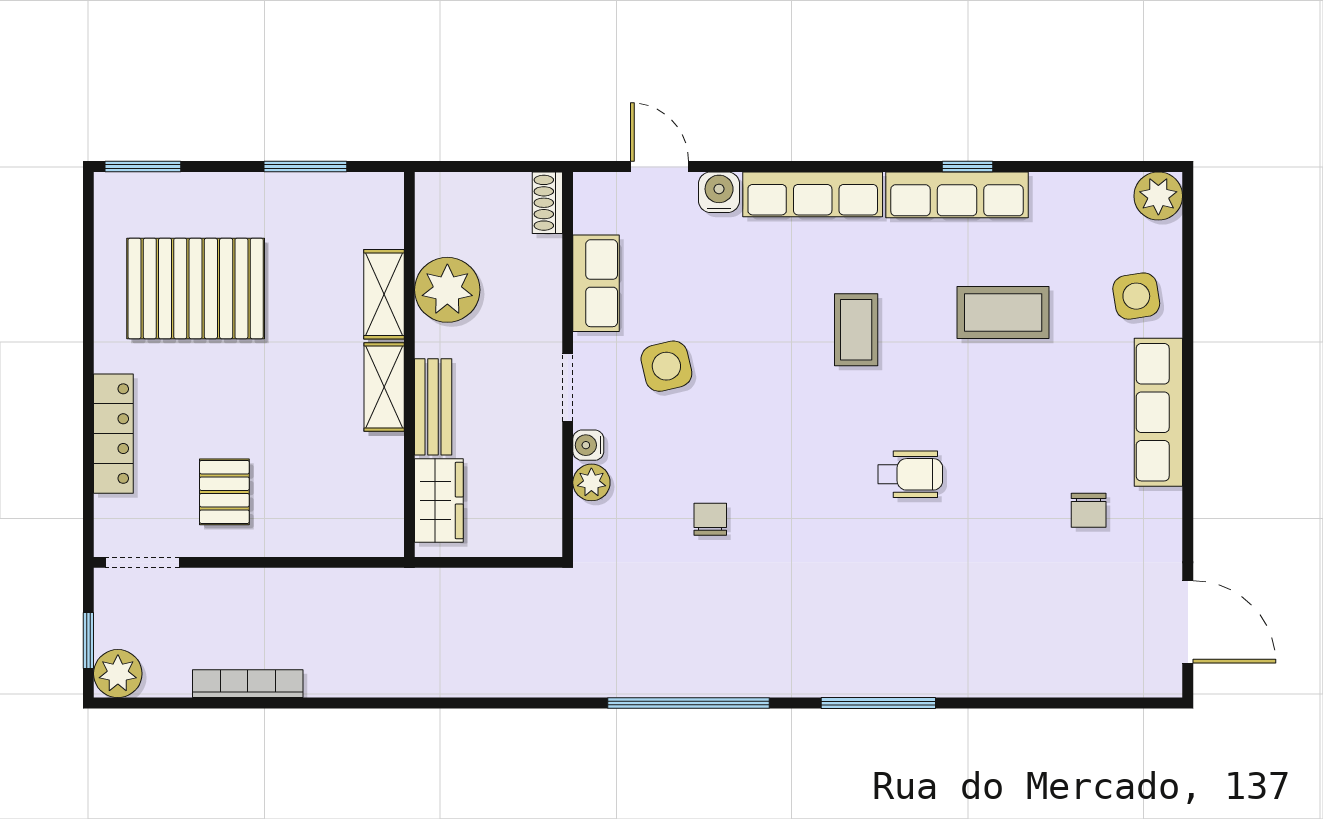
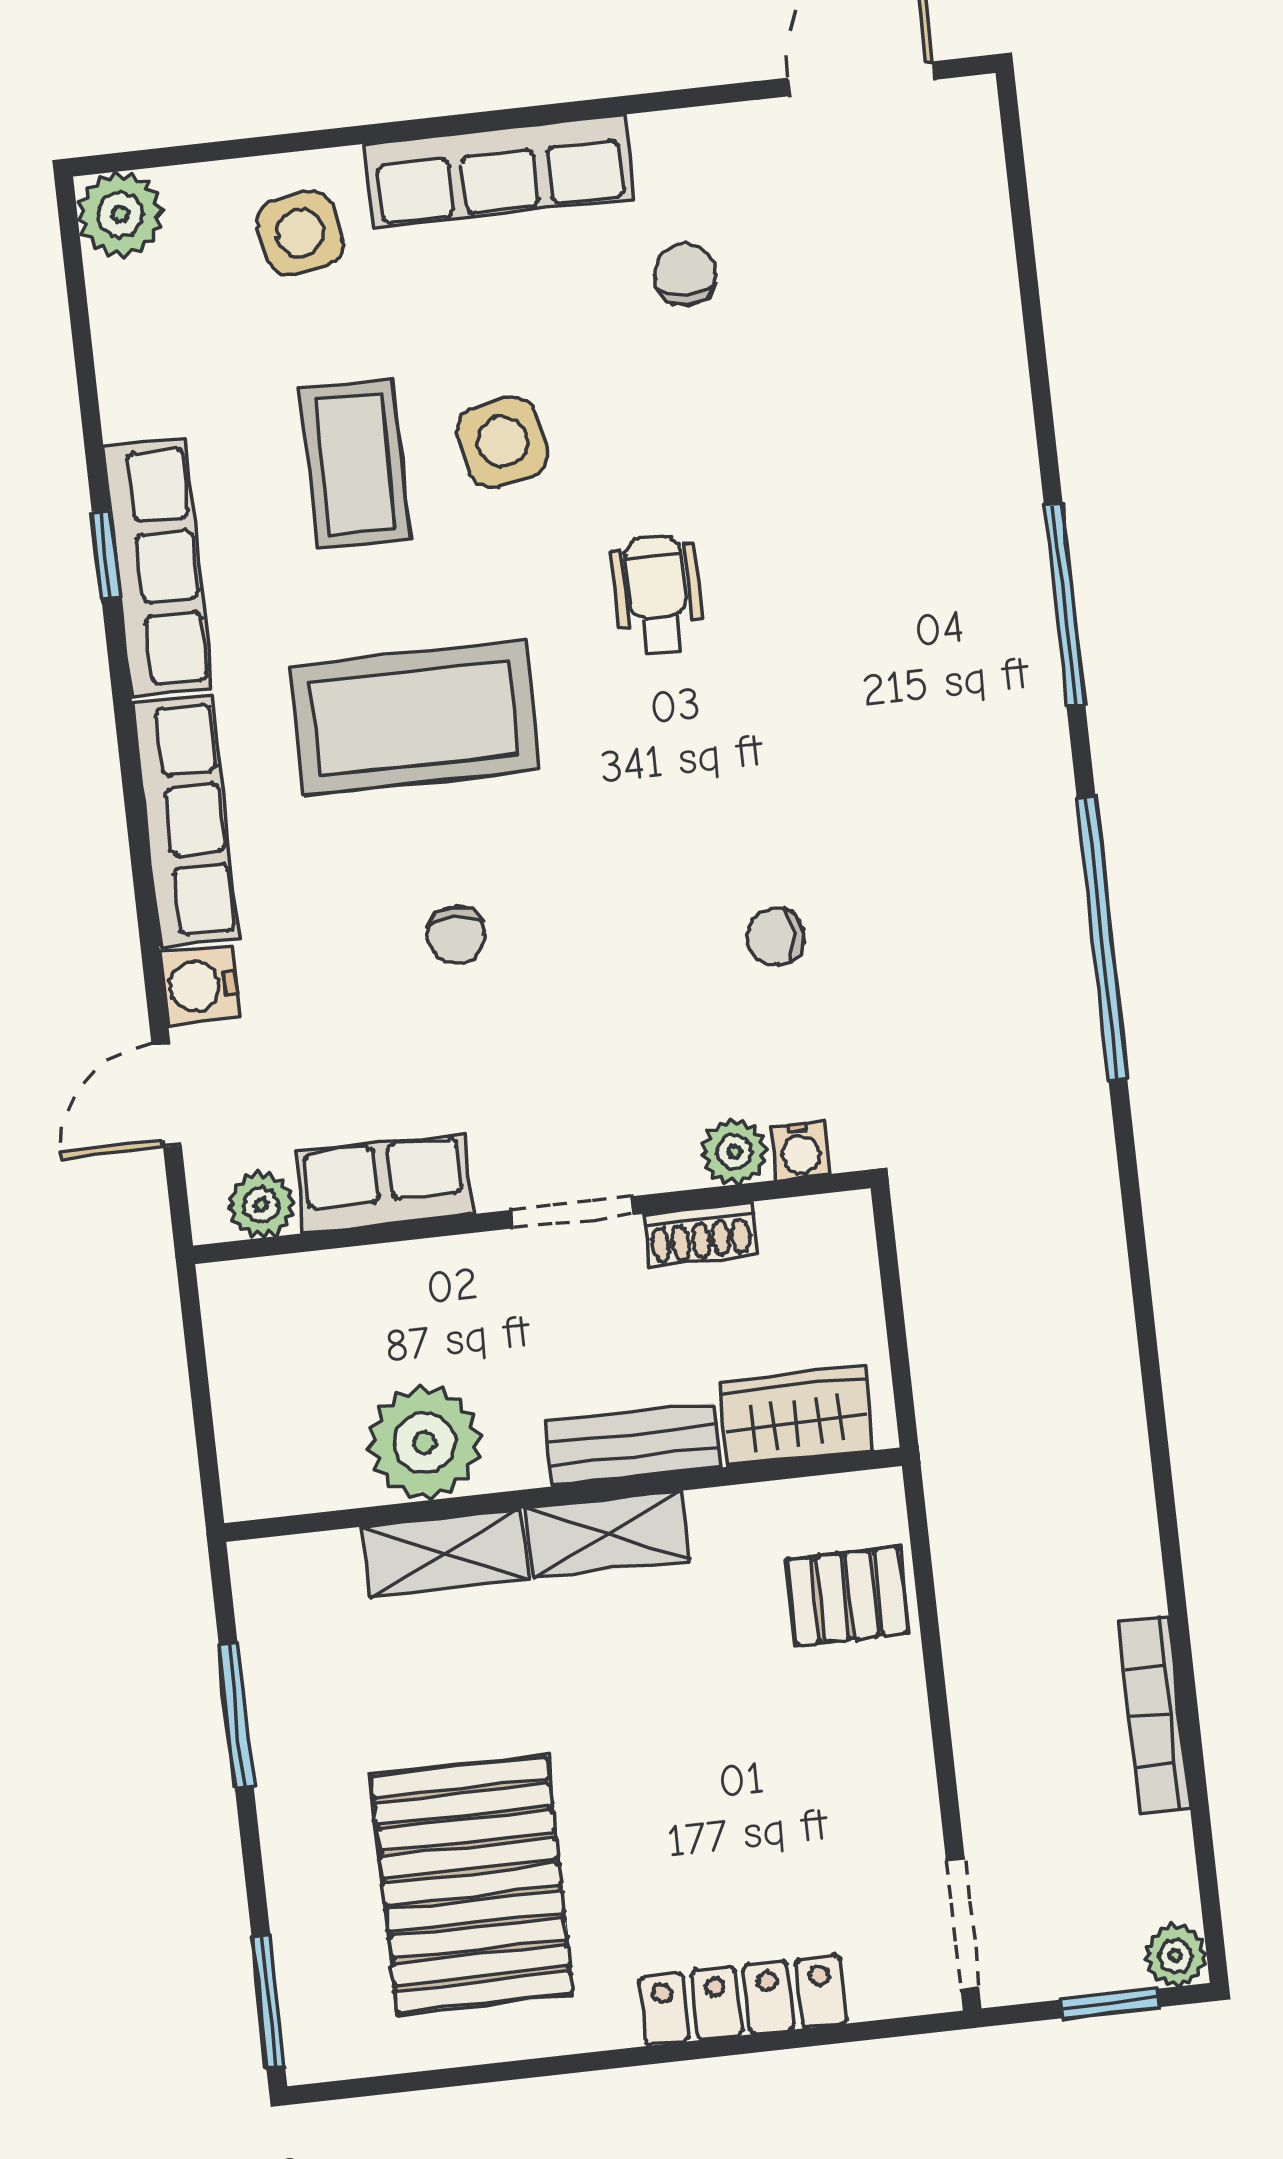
shoe rack: (547, 203) -> (700, 1234), moved
plant: (592, 213) -> (261, 1205), added
coffee table: (856, 330) -> (414, 718), width x1.86, depth x1.72
chair: (731, 340) -> (456, 935), added
side table: (666, 366) -> (502, 442), moved
water cooler: (588, 445) -> (800, 1150), moved
pallet: (224, 492) -> (847, 1596), moved
chair: (1089, 510) -> (685, 275), turned -90
plant: (118, 674) -> (1176, 1956), width x0.73, depth x0.73

